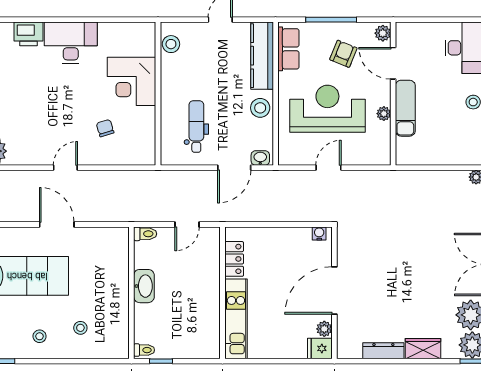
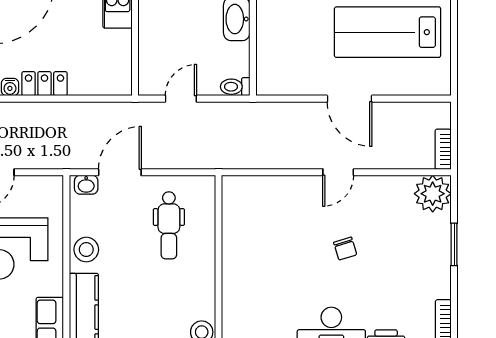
corner desk: (132, 81) -> (253, 284), removed
chair: (105, 128) -> (345, 249), moved
locker: (234, 259) -> (44, 84), moved, turned 90

